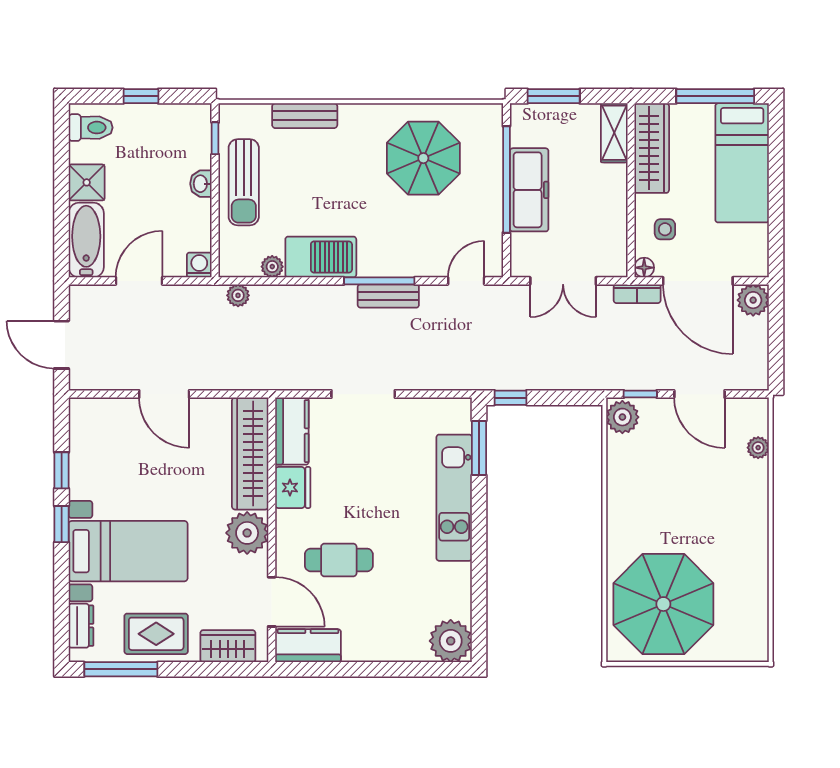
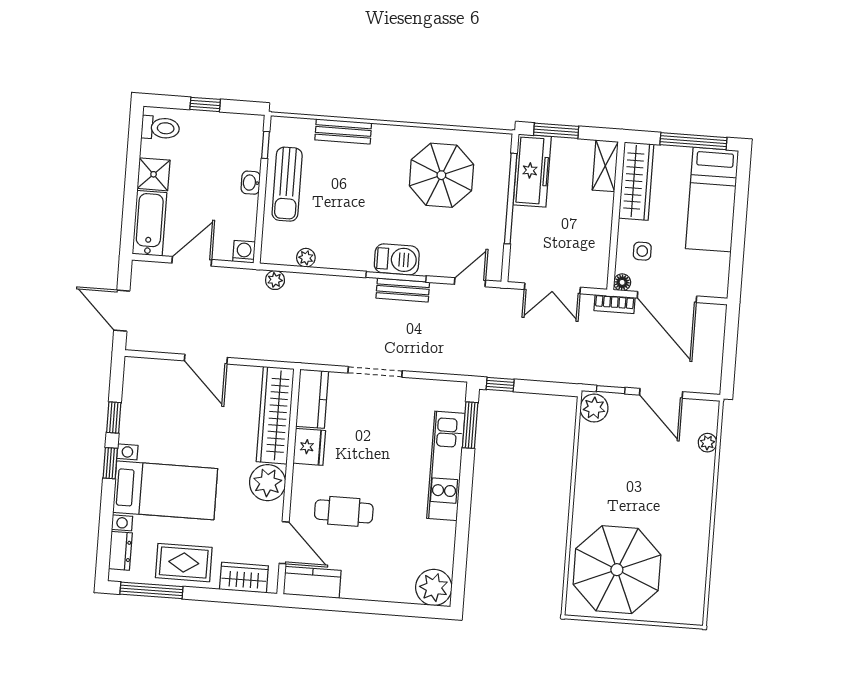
freezer: (529, 190) -> (532, 171), moved
barbecue: (321, 257) -> (397, 259), moved, width x0.73, depth x0.83
plant: (753, 300) -> (713, 317), removed

